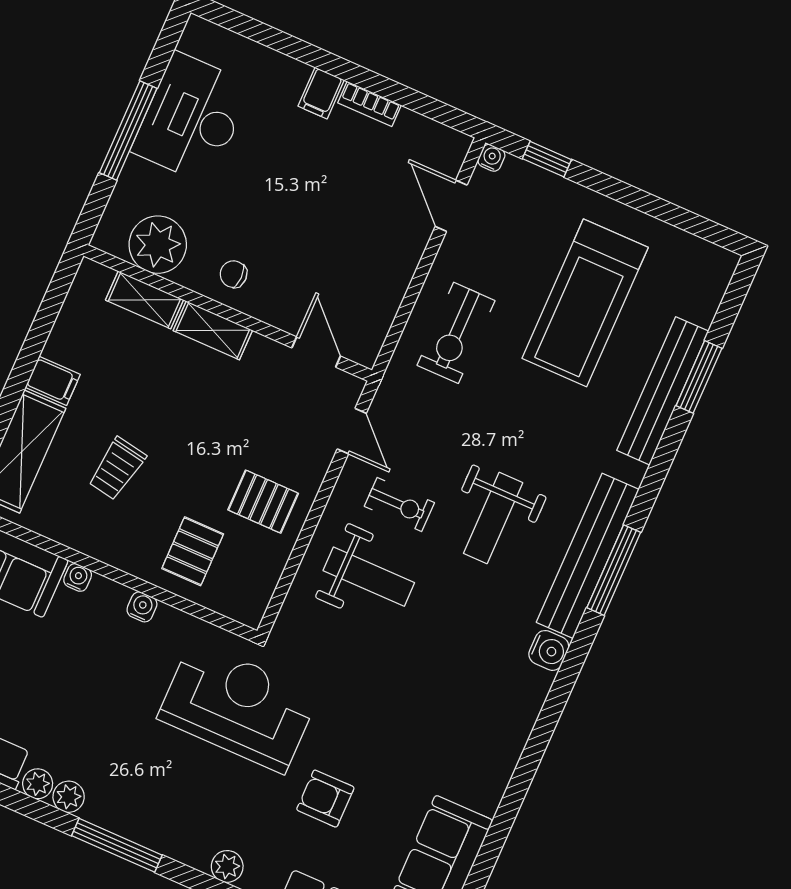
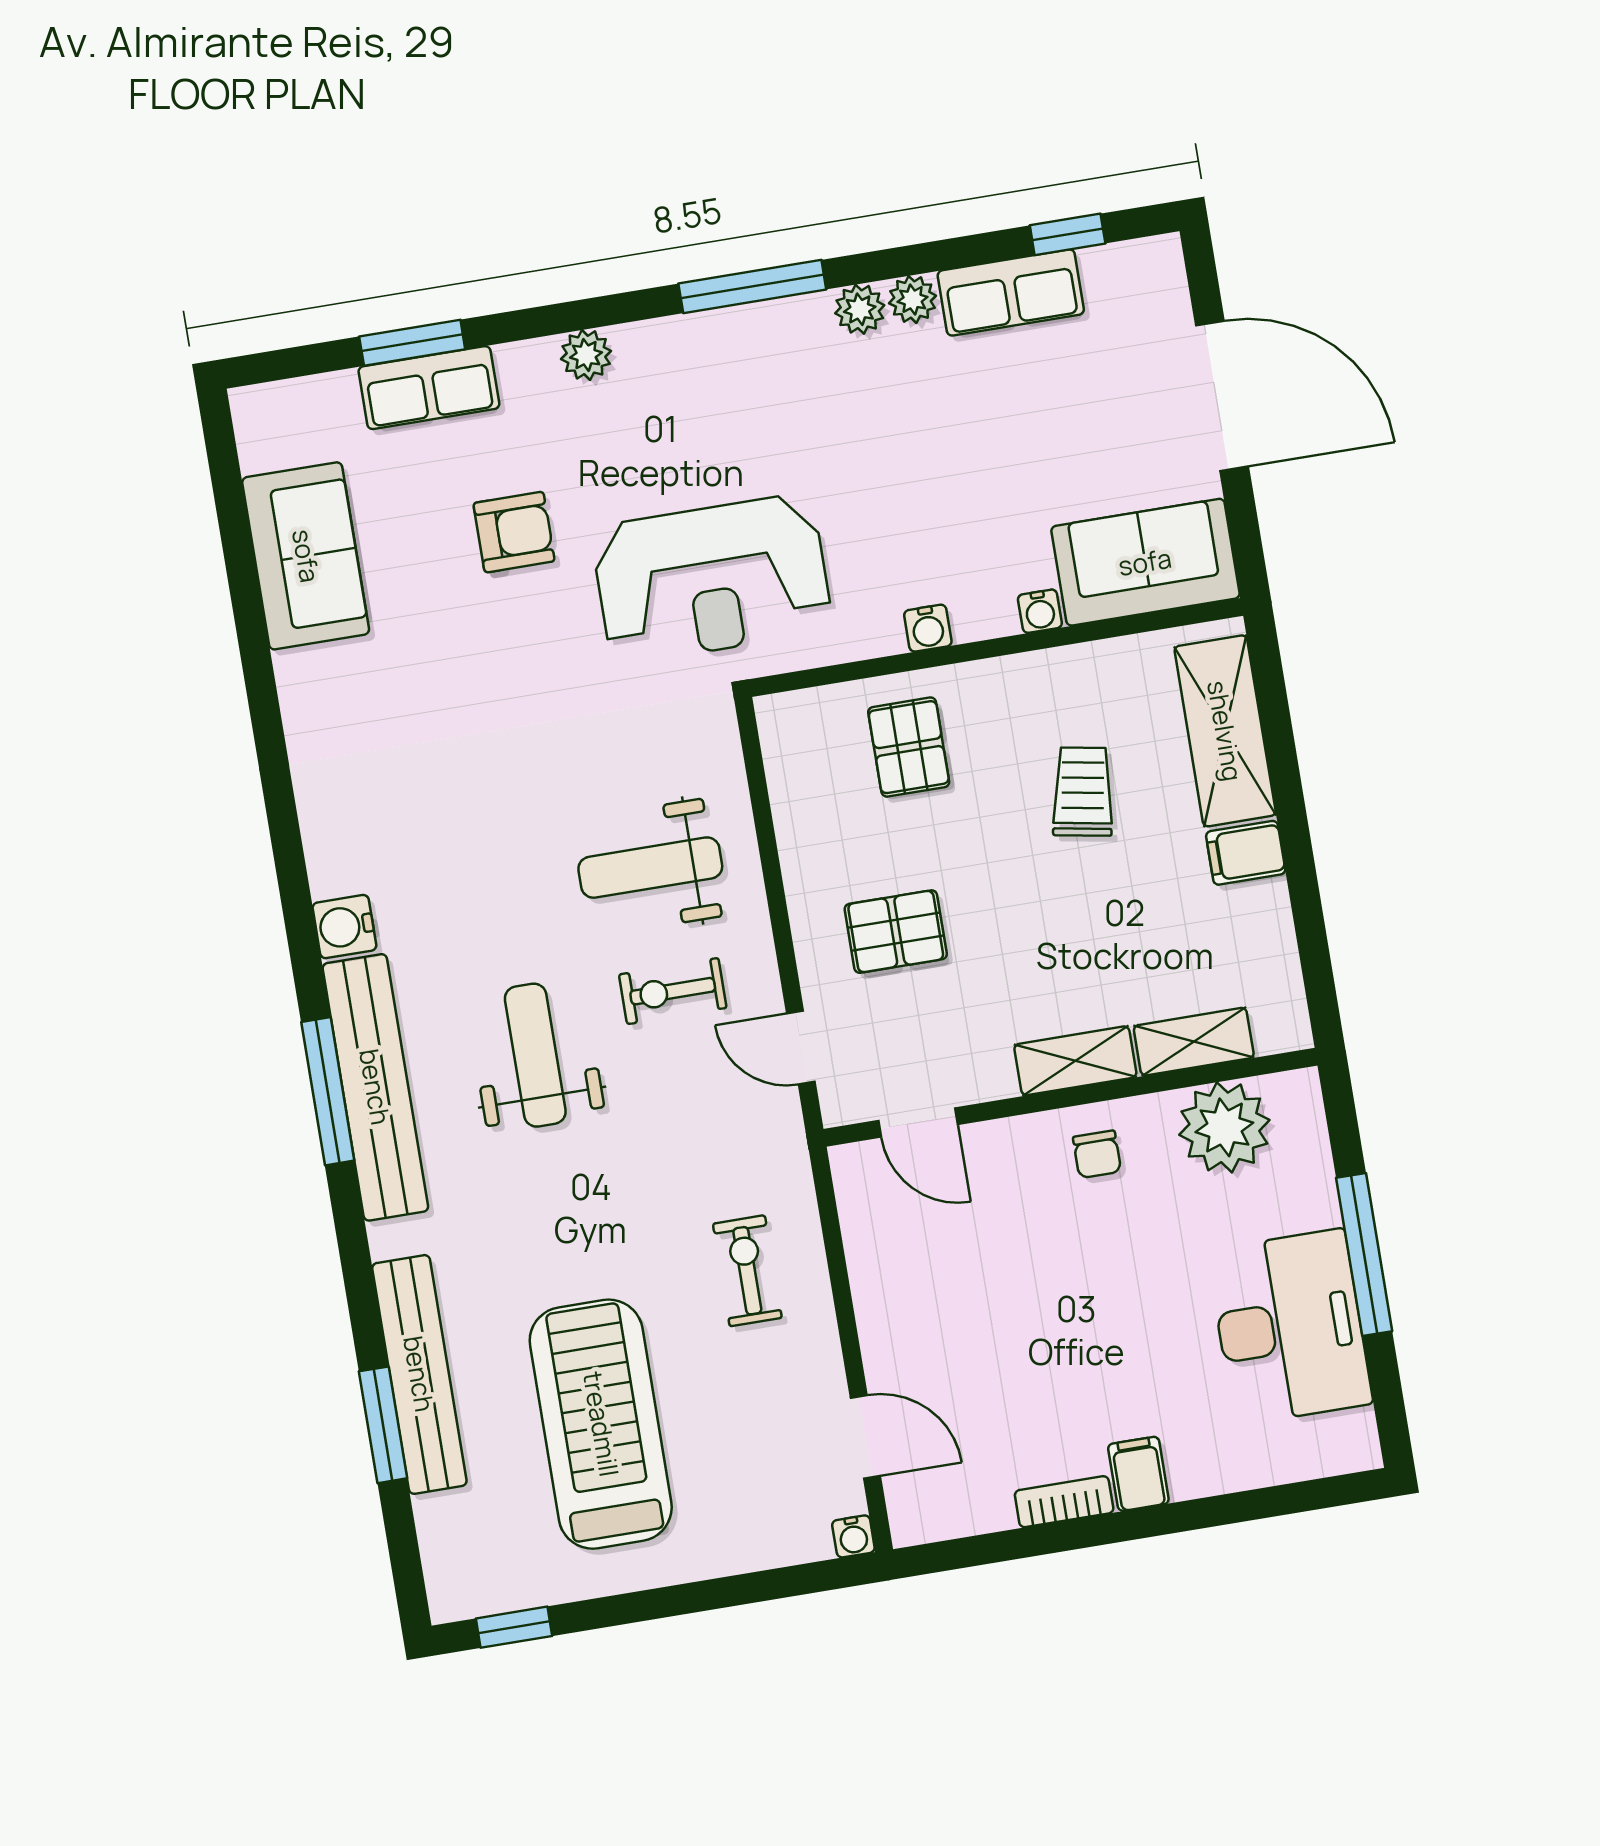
window: (547, 159) -> (514, 1627), moved
chair: (234, 274) -> (1097, 1154), turned 90
exercise bike: (456, 333) -> (747, 1271), width x0.73, depth x0.72
pallet: (263, 502) -> (896, 932), moved

